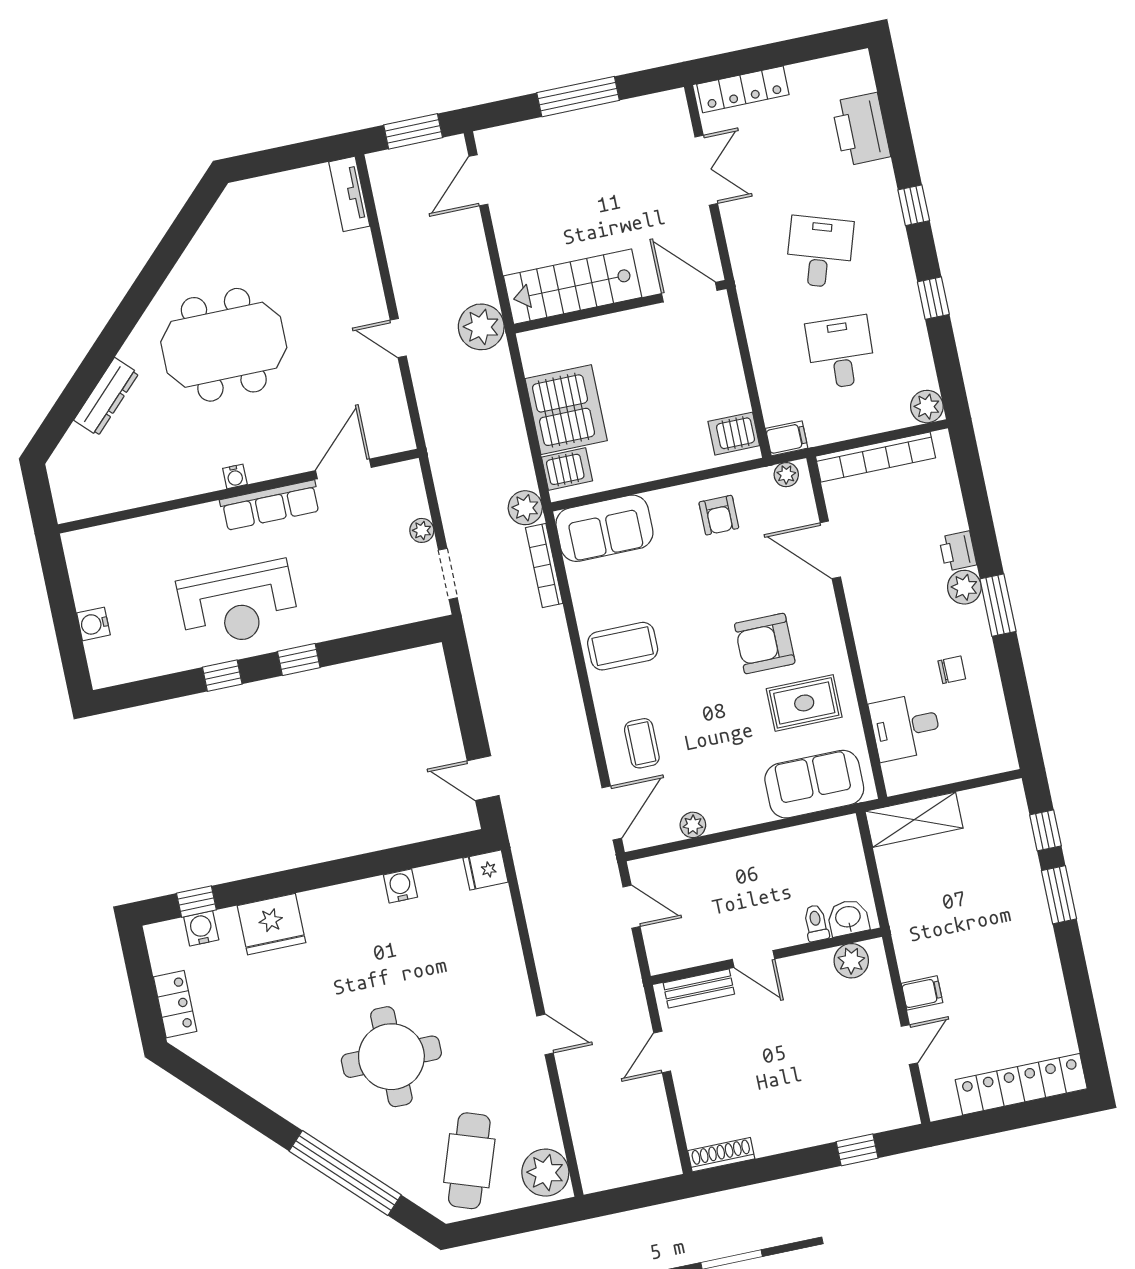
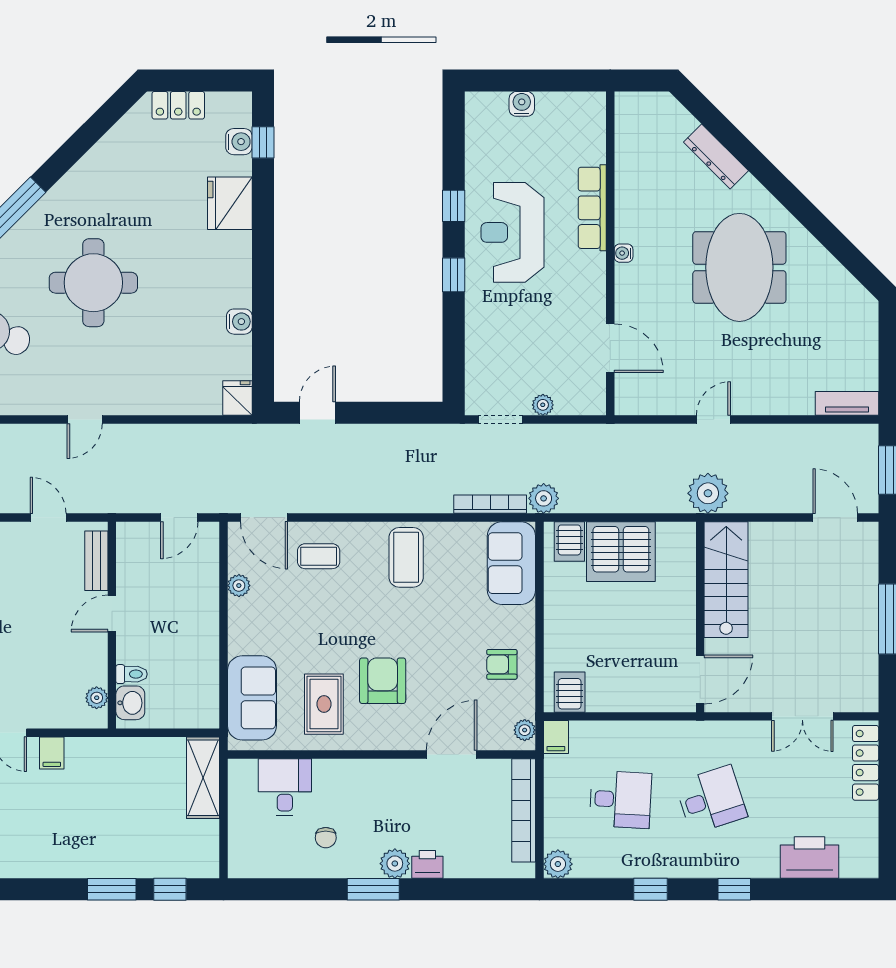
desk: (820, 252) -> (711, 799), turned -36
row of seats: (270, 505) -> (592, 208), moved
plant: (851, 961) -> (97, 698), width x0.73, depth x0.73

